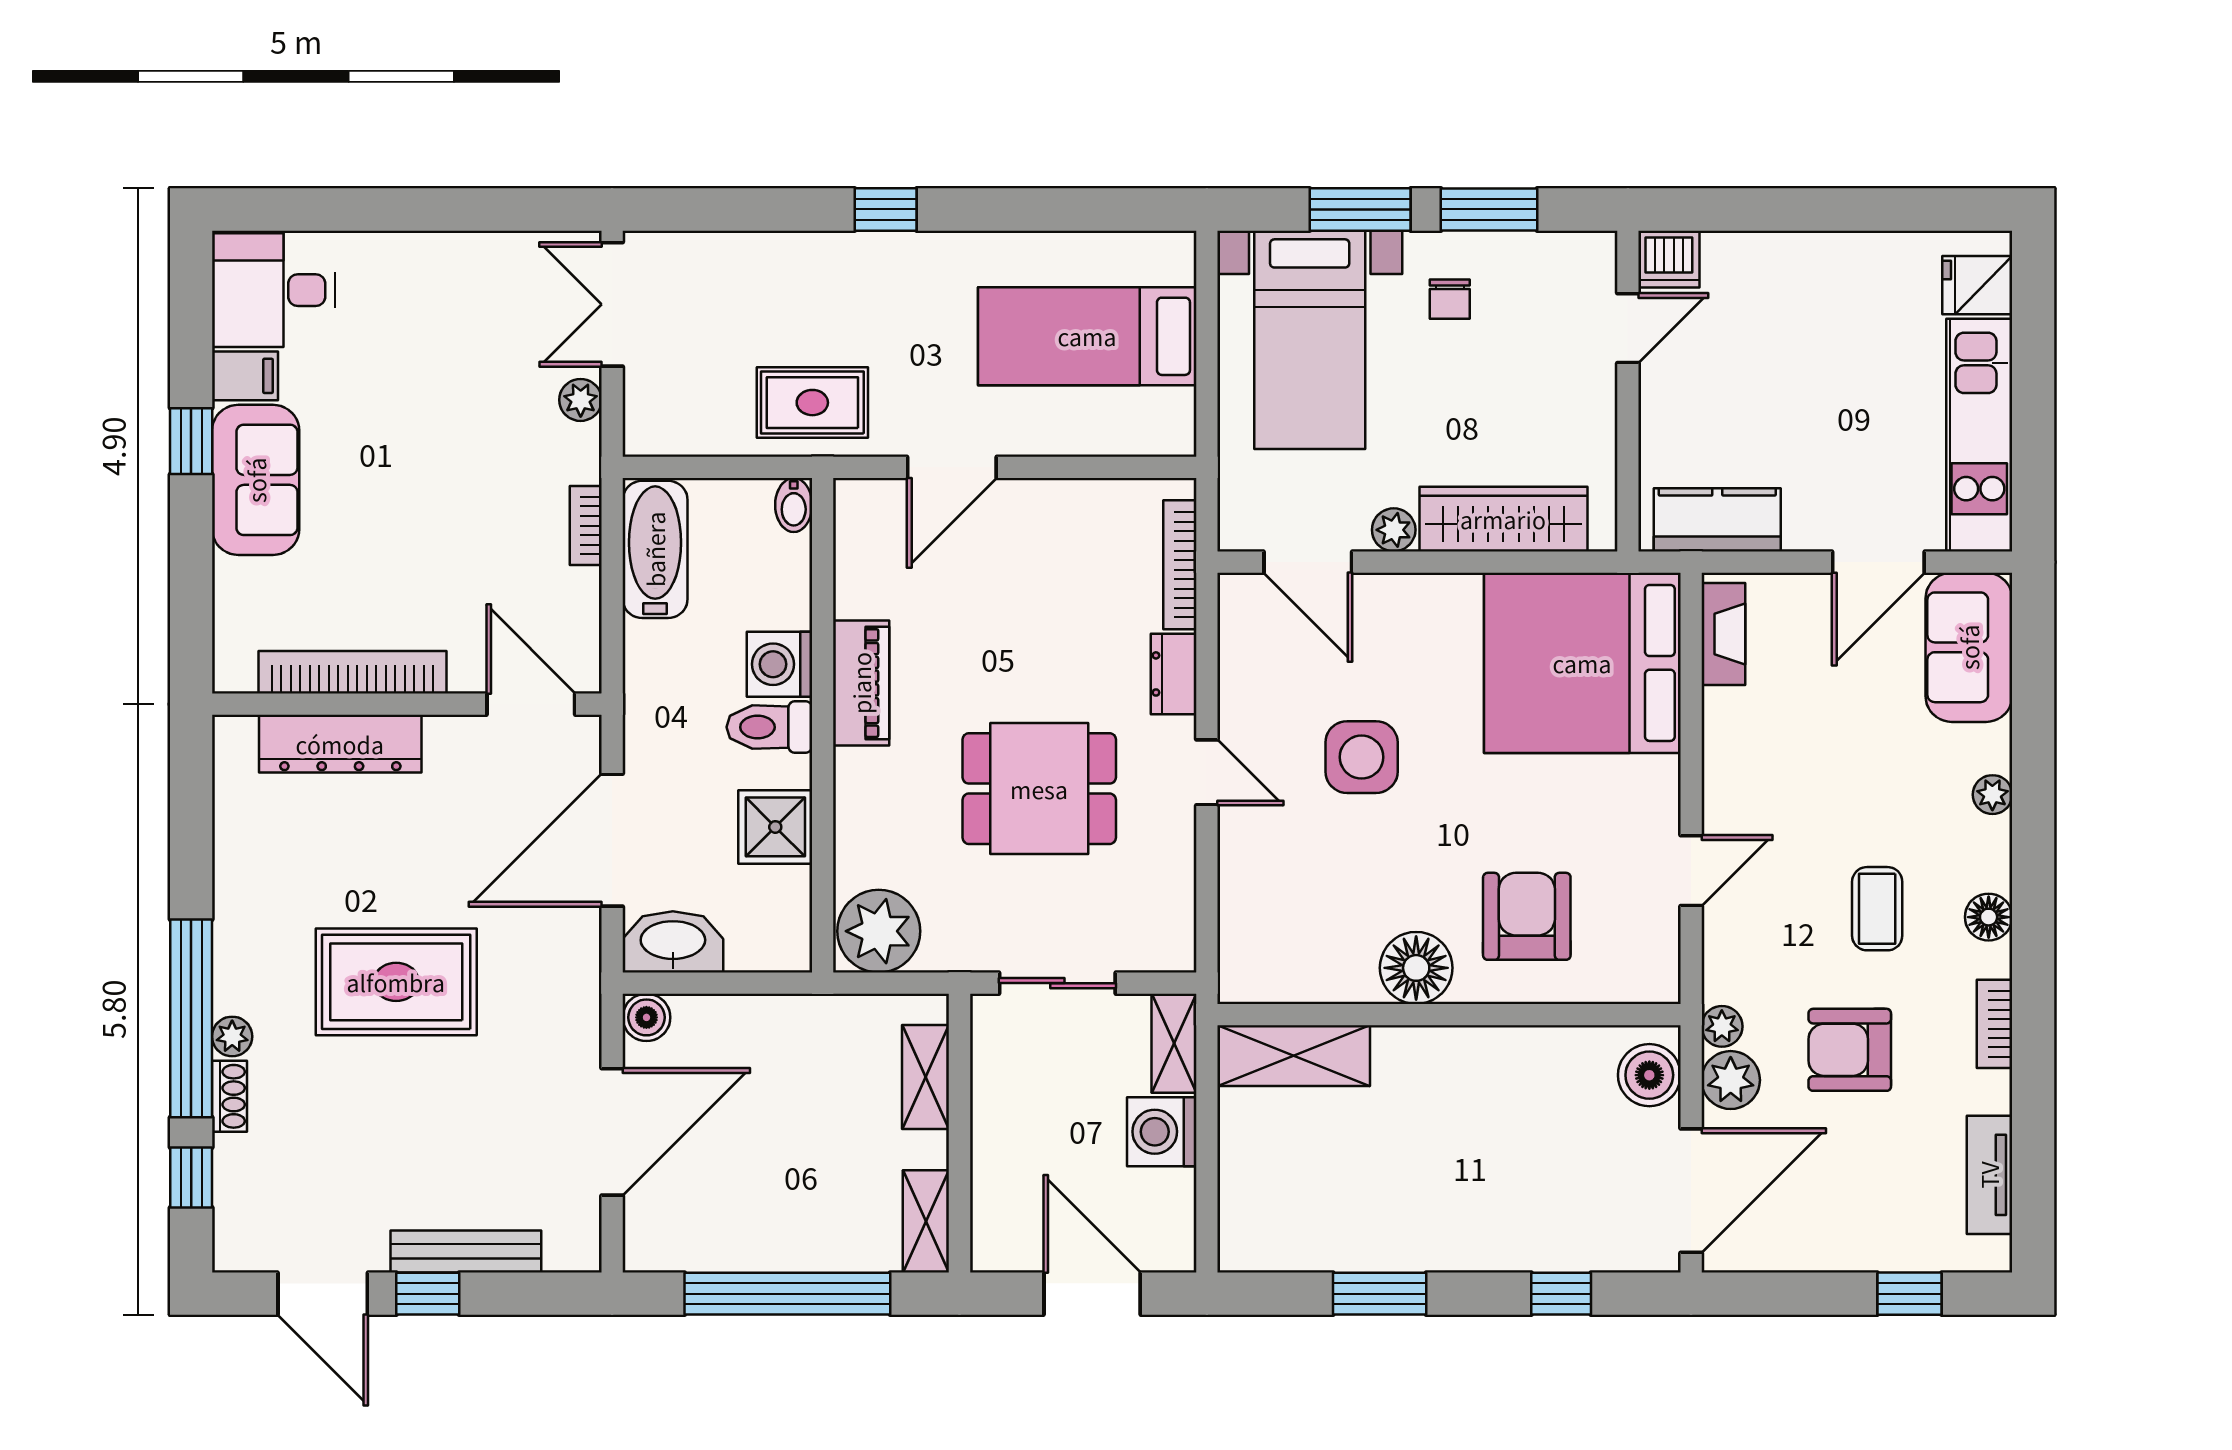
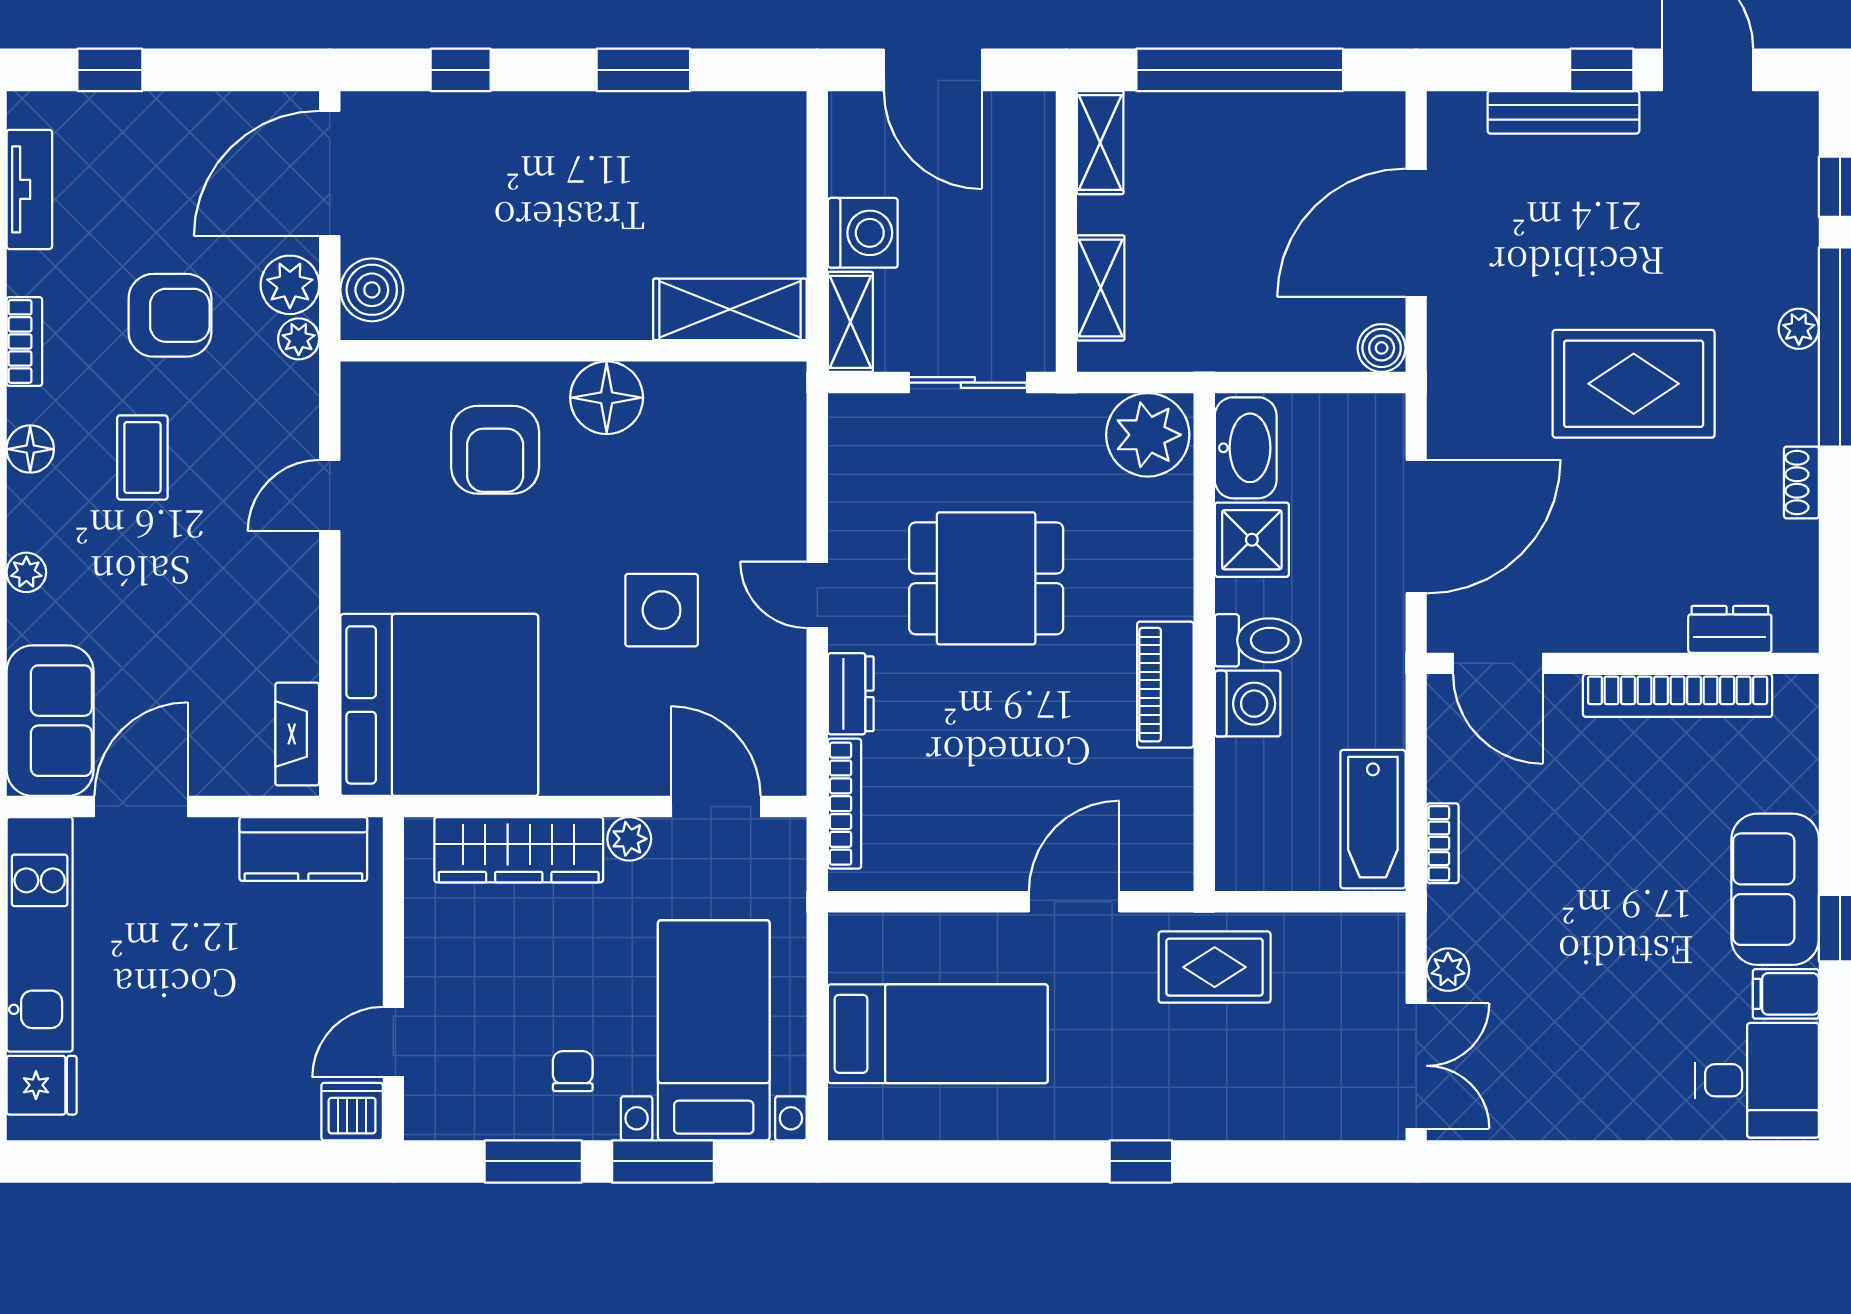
bidet: (794, 505) -> (1233, 864), removed
dresser: (340, 744) -> (1730, 629), width x0.51, depth x0.80
washbasin: (673, 942) -> (1246, 448), moved, turned -90
shoe rack: (229, 1096) -> (1801, 482), moved

